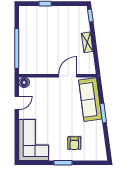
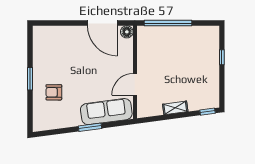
door: (68, 76) -> (135, 84), swing flipped
door: (17, 103) -> (102, 23), width x1.87
corner sofa: (34, 140) -> (57, 43), removed

